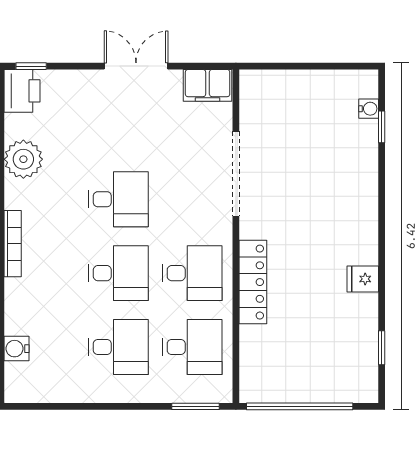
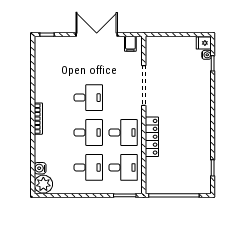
double door: (136, 66) -> (97, 35), width x1.37
filing cabinet: (208, 85) -> (130, 44), width x0.50
printer: (22, 91) -> (43, 46), removed
plant: (23, 159) -> (43, 184), moved
fridge: (363, 279) -> (204, 43), moved

